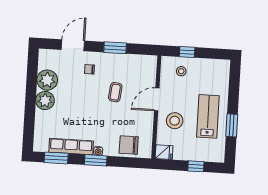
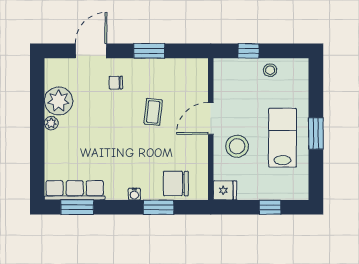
stool: (181, 71) -> (270, 70), moved
plant: (45, 101) -> (51, 123), width x0.53, depth x0.53
window: (232, 125) -> (316, 133), moved
row of seats: (71, 147) -> (75, 190), moved
window: (96, 160) -> (159, 207), moved

